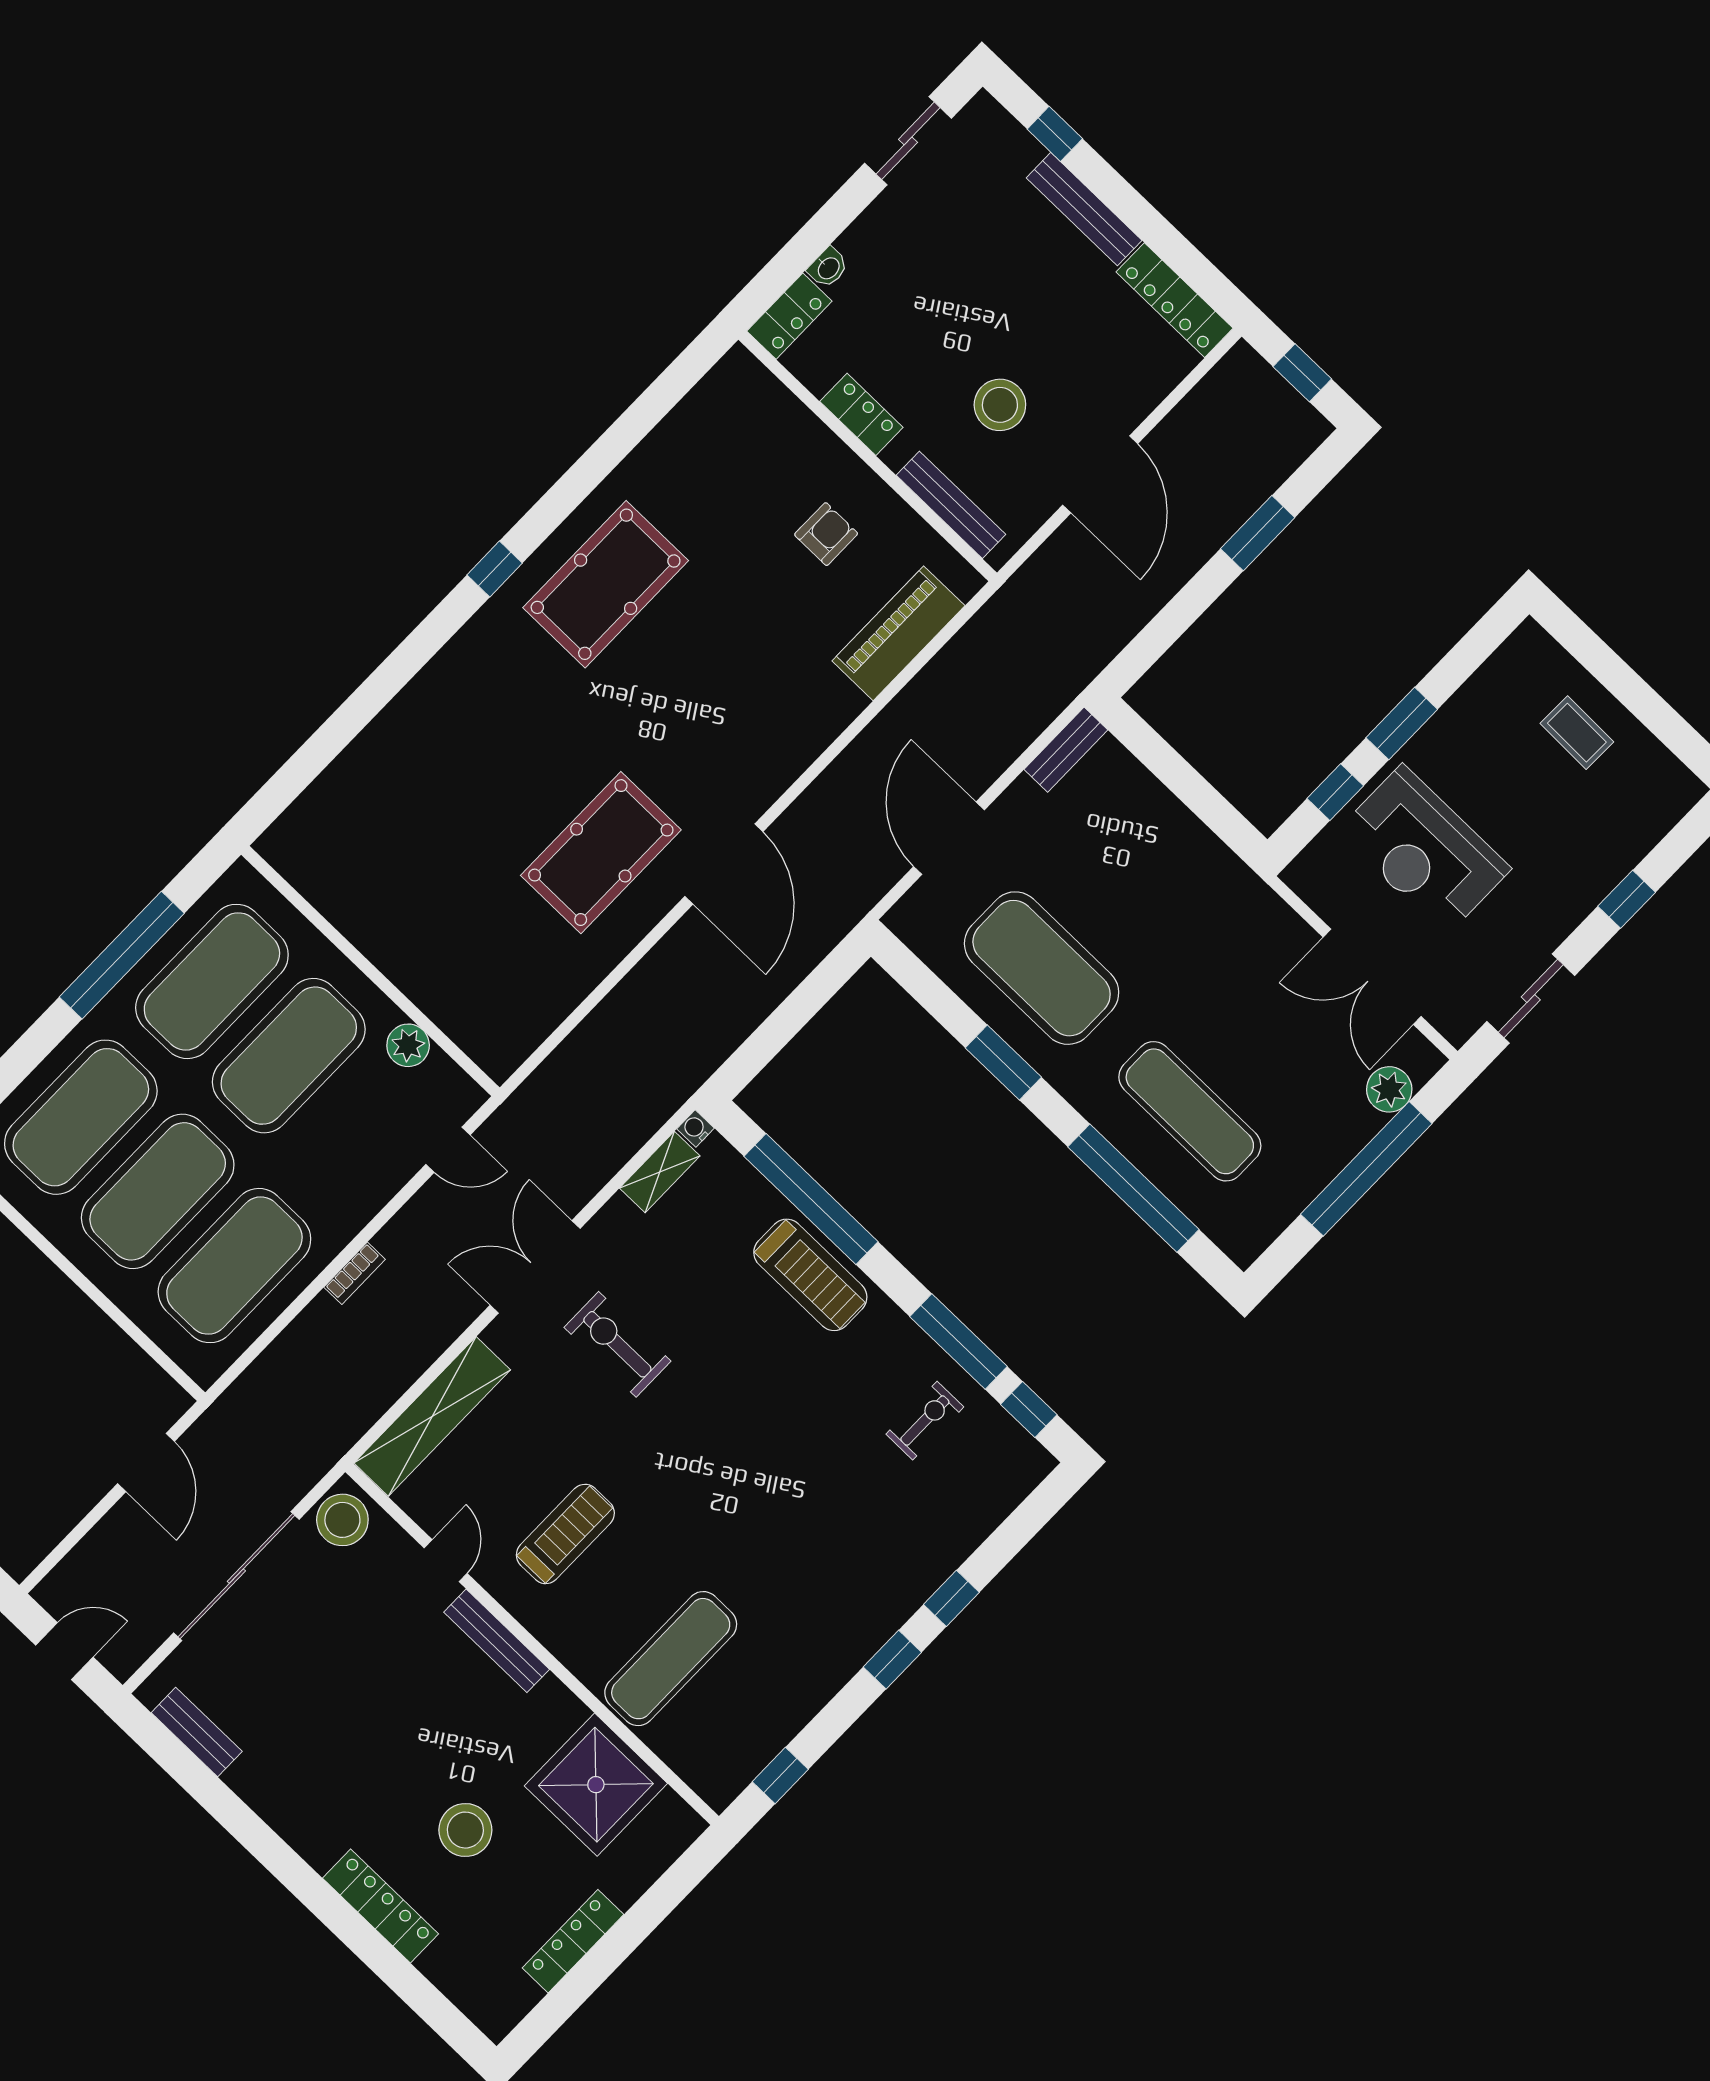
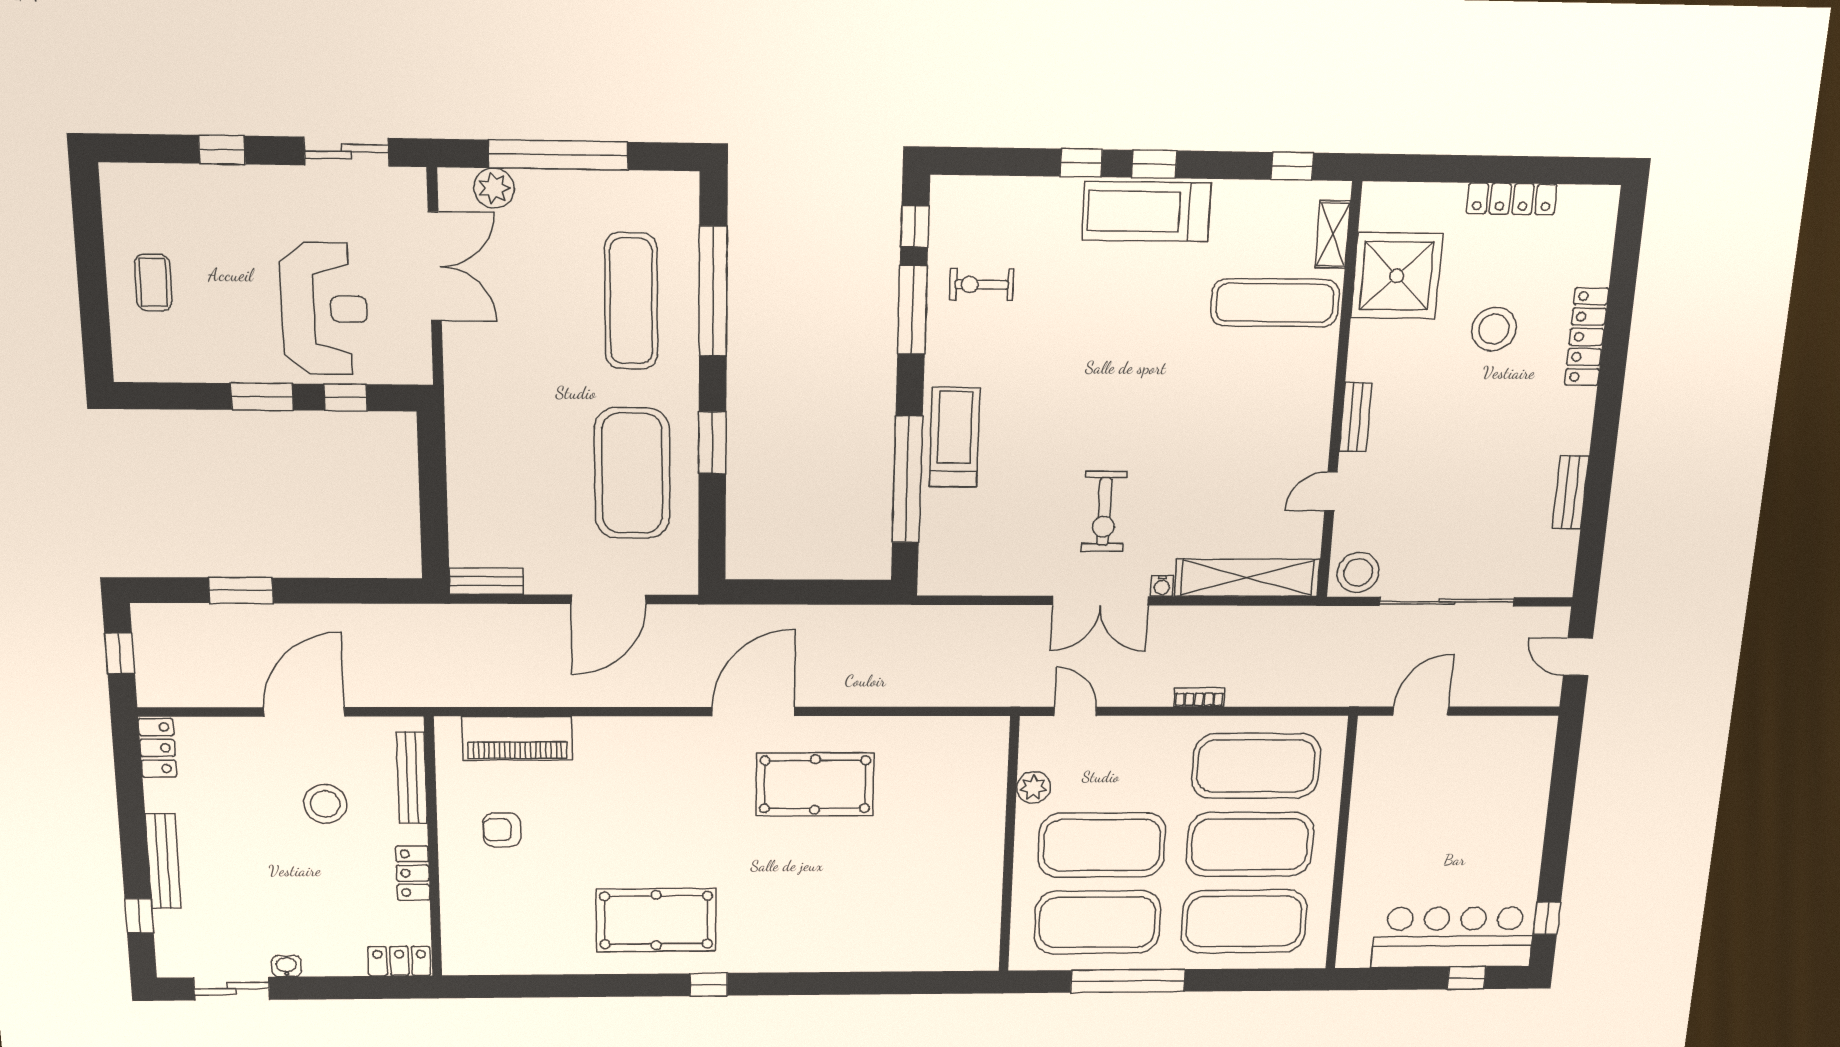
washbasin: (828, 268) -> (286, 966), moved
locker: (1175, 300) -> (157, 748), width x0.66
water cooler: (696, 1128) -> (1162, 586), moved
shelving: (660, 1172) -> (1333, 234), moved, turned 90
treadmill: (565, 1534) -> (1146, 211), moved, width x1.37, depth x1.38
bench: (497, 1641) -> (1355, 417), width x0.73
bench: (197, 1732) -> (1571, 492), moved

